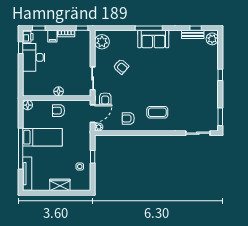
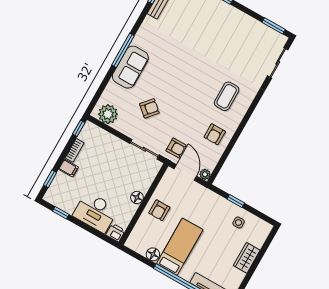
printer: (28, 37) -> (115, 233), moved
sofa: (153, 39) -> (130, 67), moved
desk: (34, 57) -> (95, 212), moved
floor lamp: (28, 105) -> (153, 254), moved

